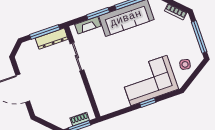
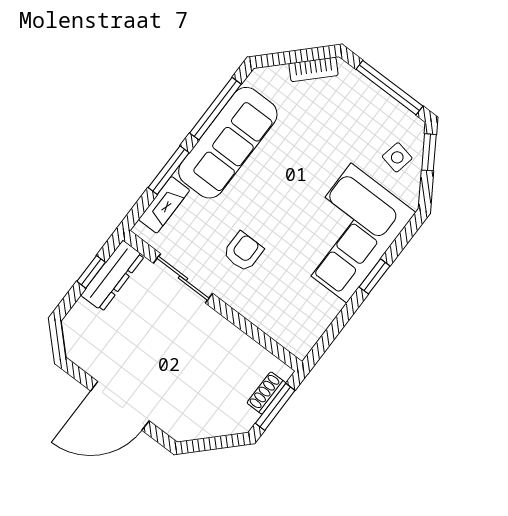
window: (45, 32) -> (91, 272), width x0.46
armchair: (106, 62) -> (243, 252), added
window: (198, 70) -> (429, 152), added

